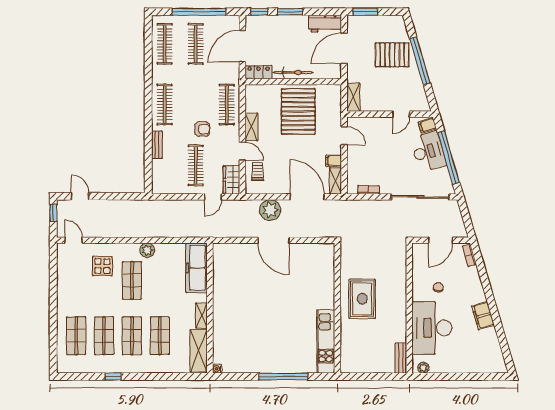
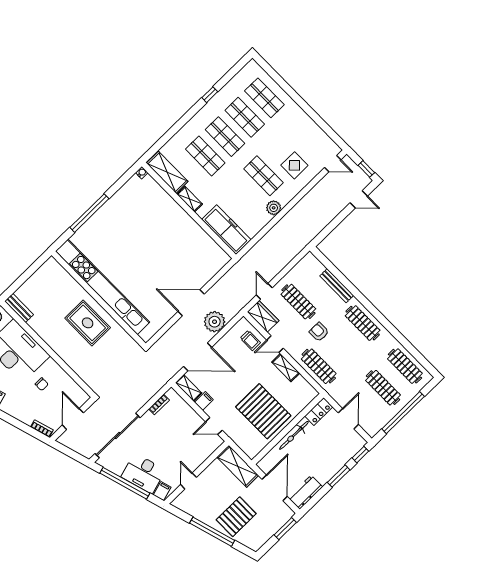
door: (242, 46) -> (348, 419), width x0.73
shelving: (353, 97) -> (238, 466), width x1.50, depth x1.33
armchair: (202, 129) -> (319, 332), turned 90
bench: (157, 145) -> (337, 286), width x1.36
kitchen unit: (326, 341) -> (103, 287), width x1.86

